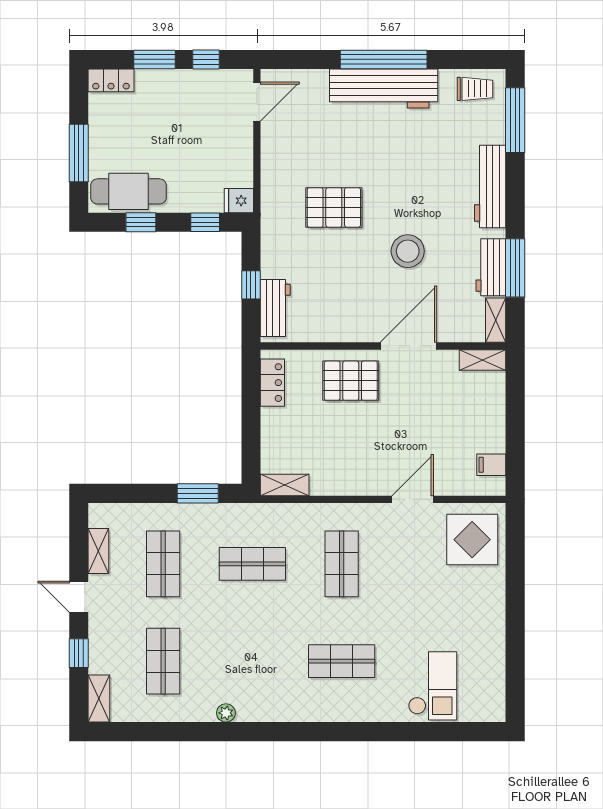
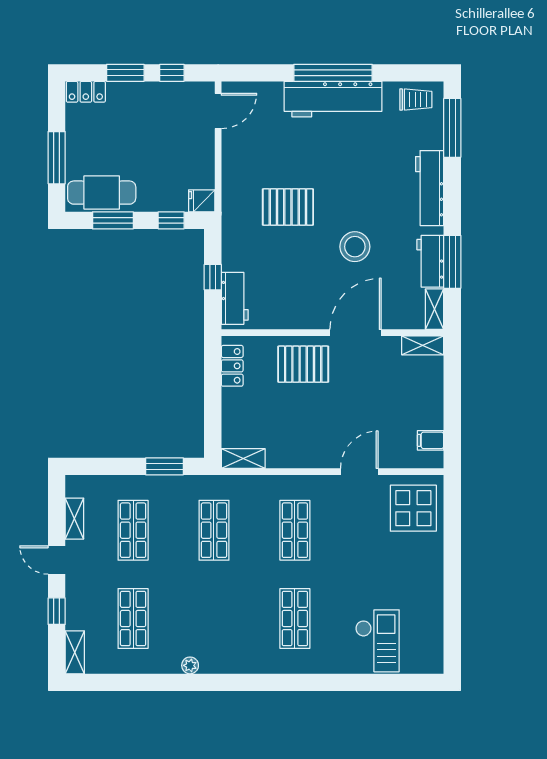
window: (141, 222) -> (113, 220), width x1.50
shop shelf: (252, 564) -> (214, 530), turned 90
shop shelf: (342, 661) -> (295, 618), turned 90

